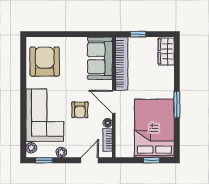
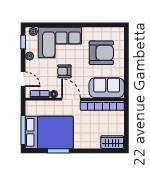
window: (138, 34) -> (126, 119), removed
armchair: (45, 61) -> (101, 53), moved
door: (114, 102) -> (71, 99), hinge flipped
window: (177, 104) -> (58, 151), moved
window: (151, 160) -> (23, 130), width x2.17

